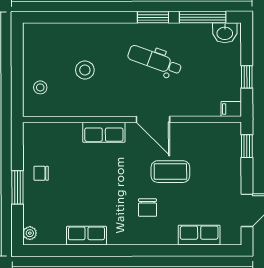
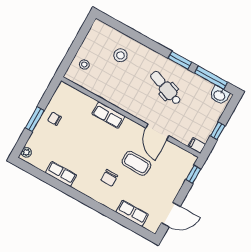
stool: (85, 70) -> (120, 55), moved
door: (153, 119) -> (157, 132), moved

